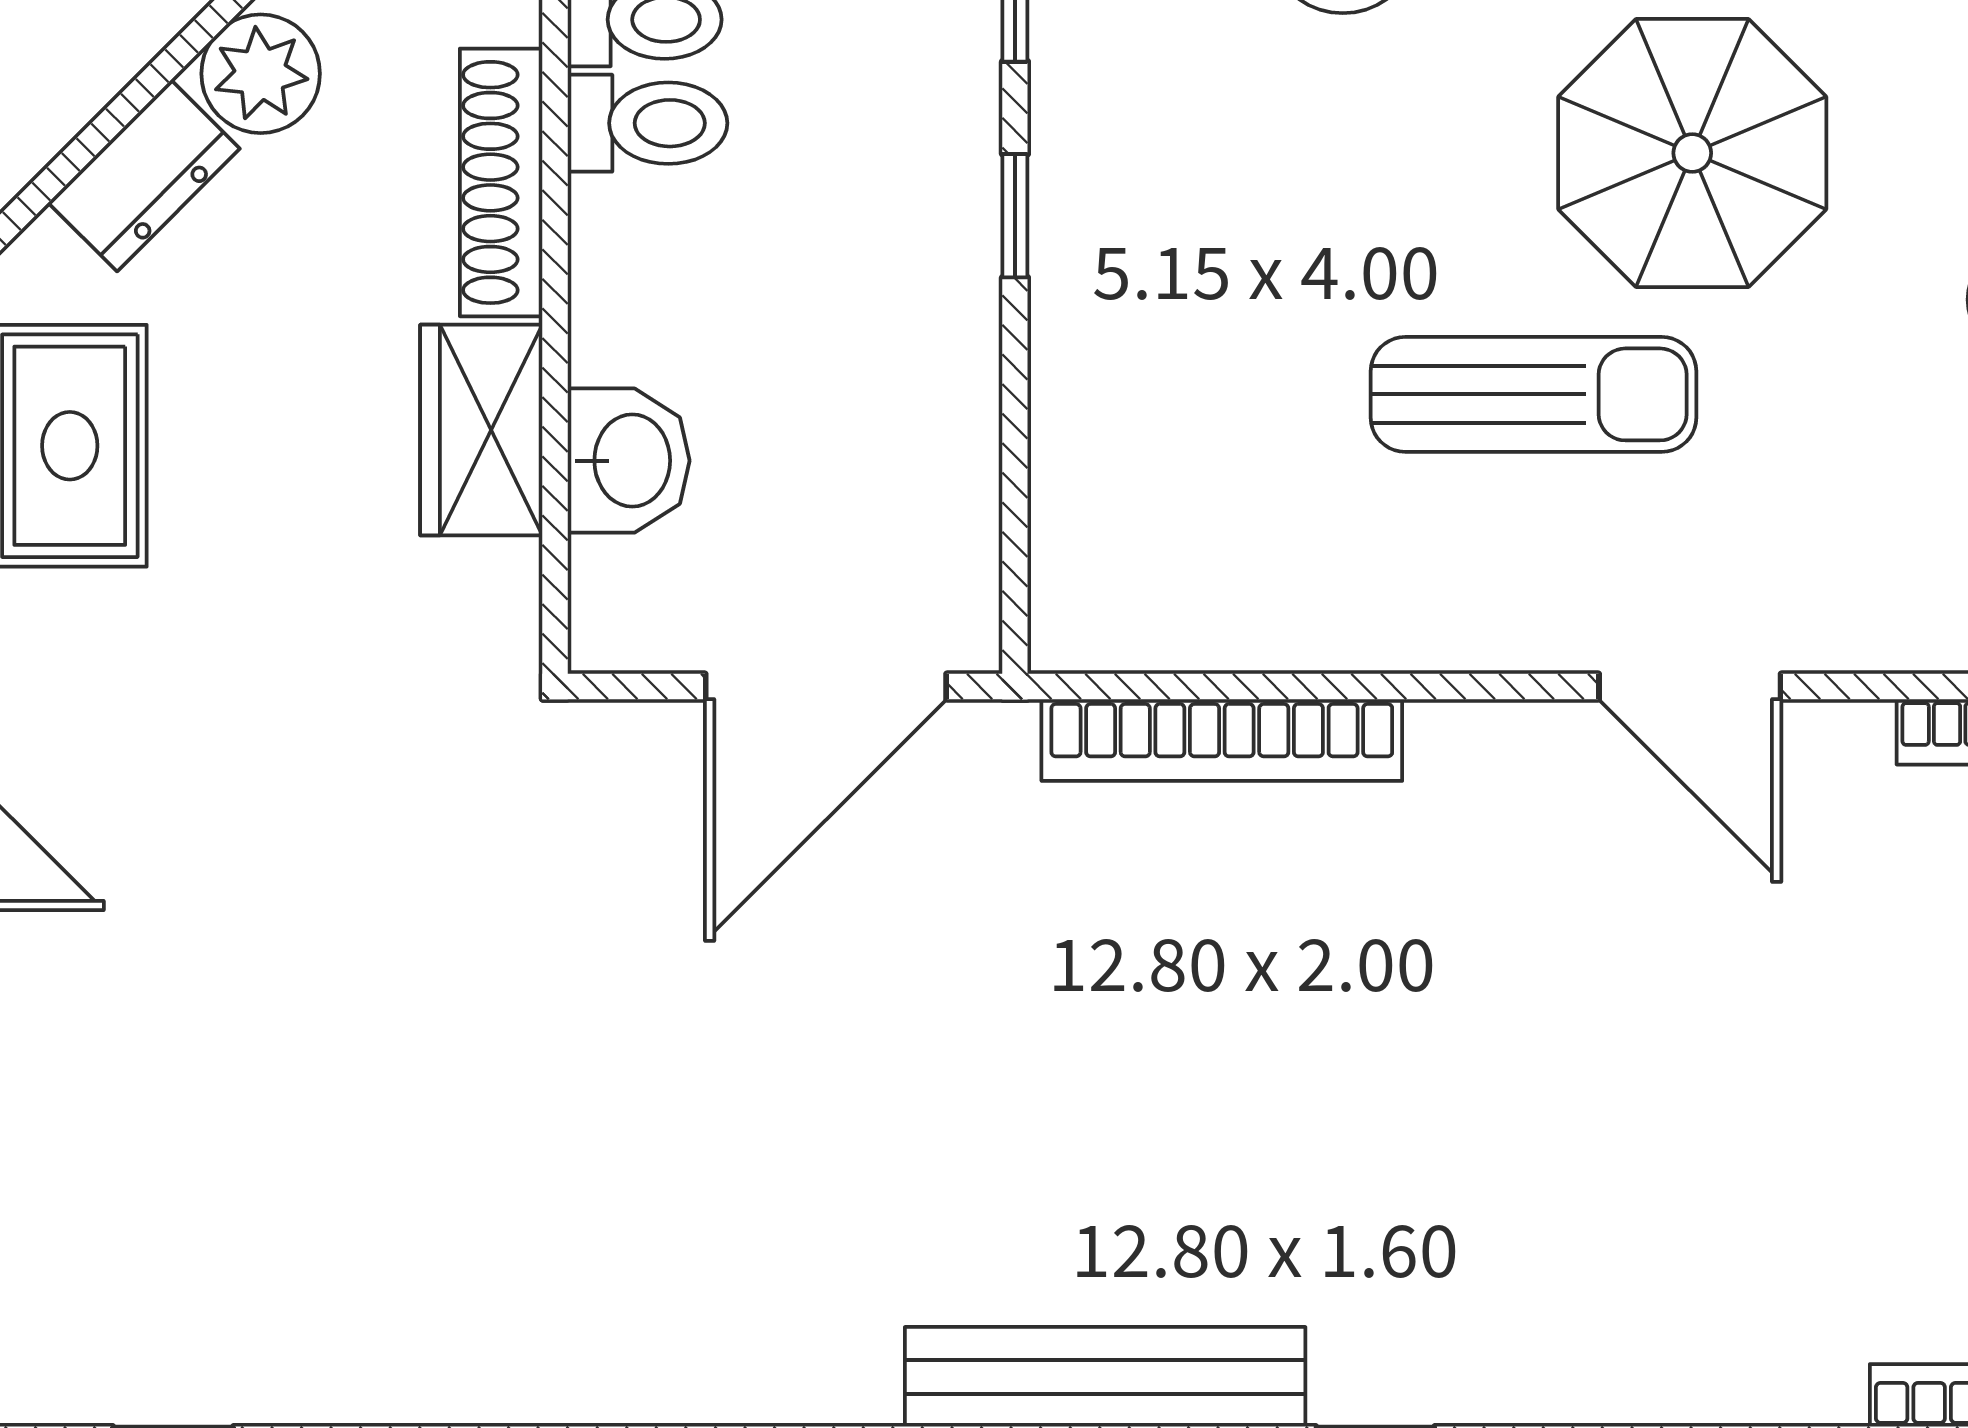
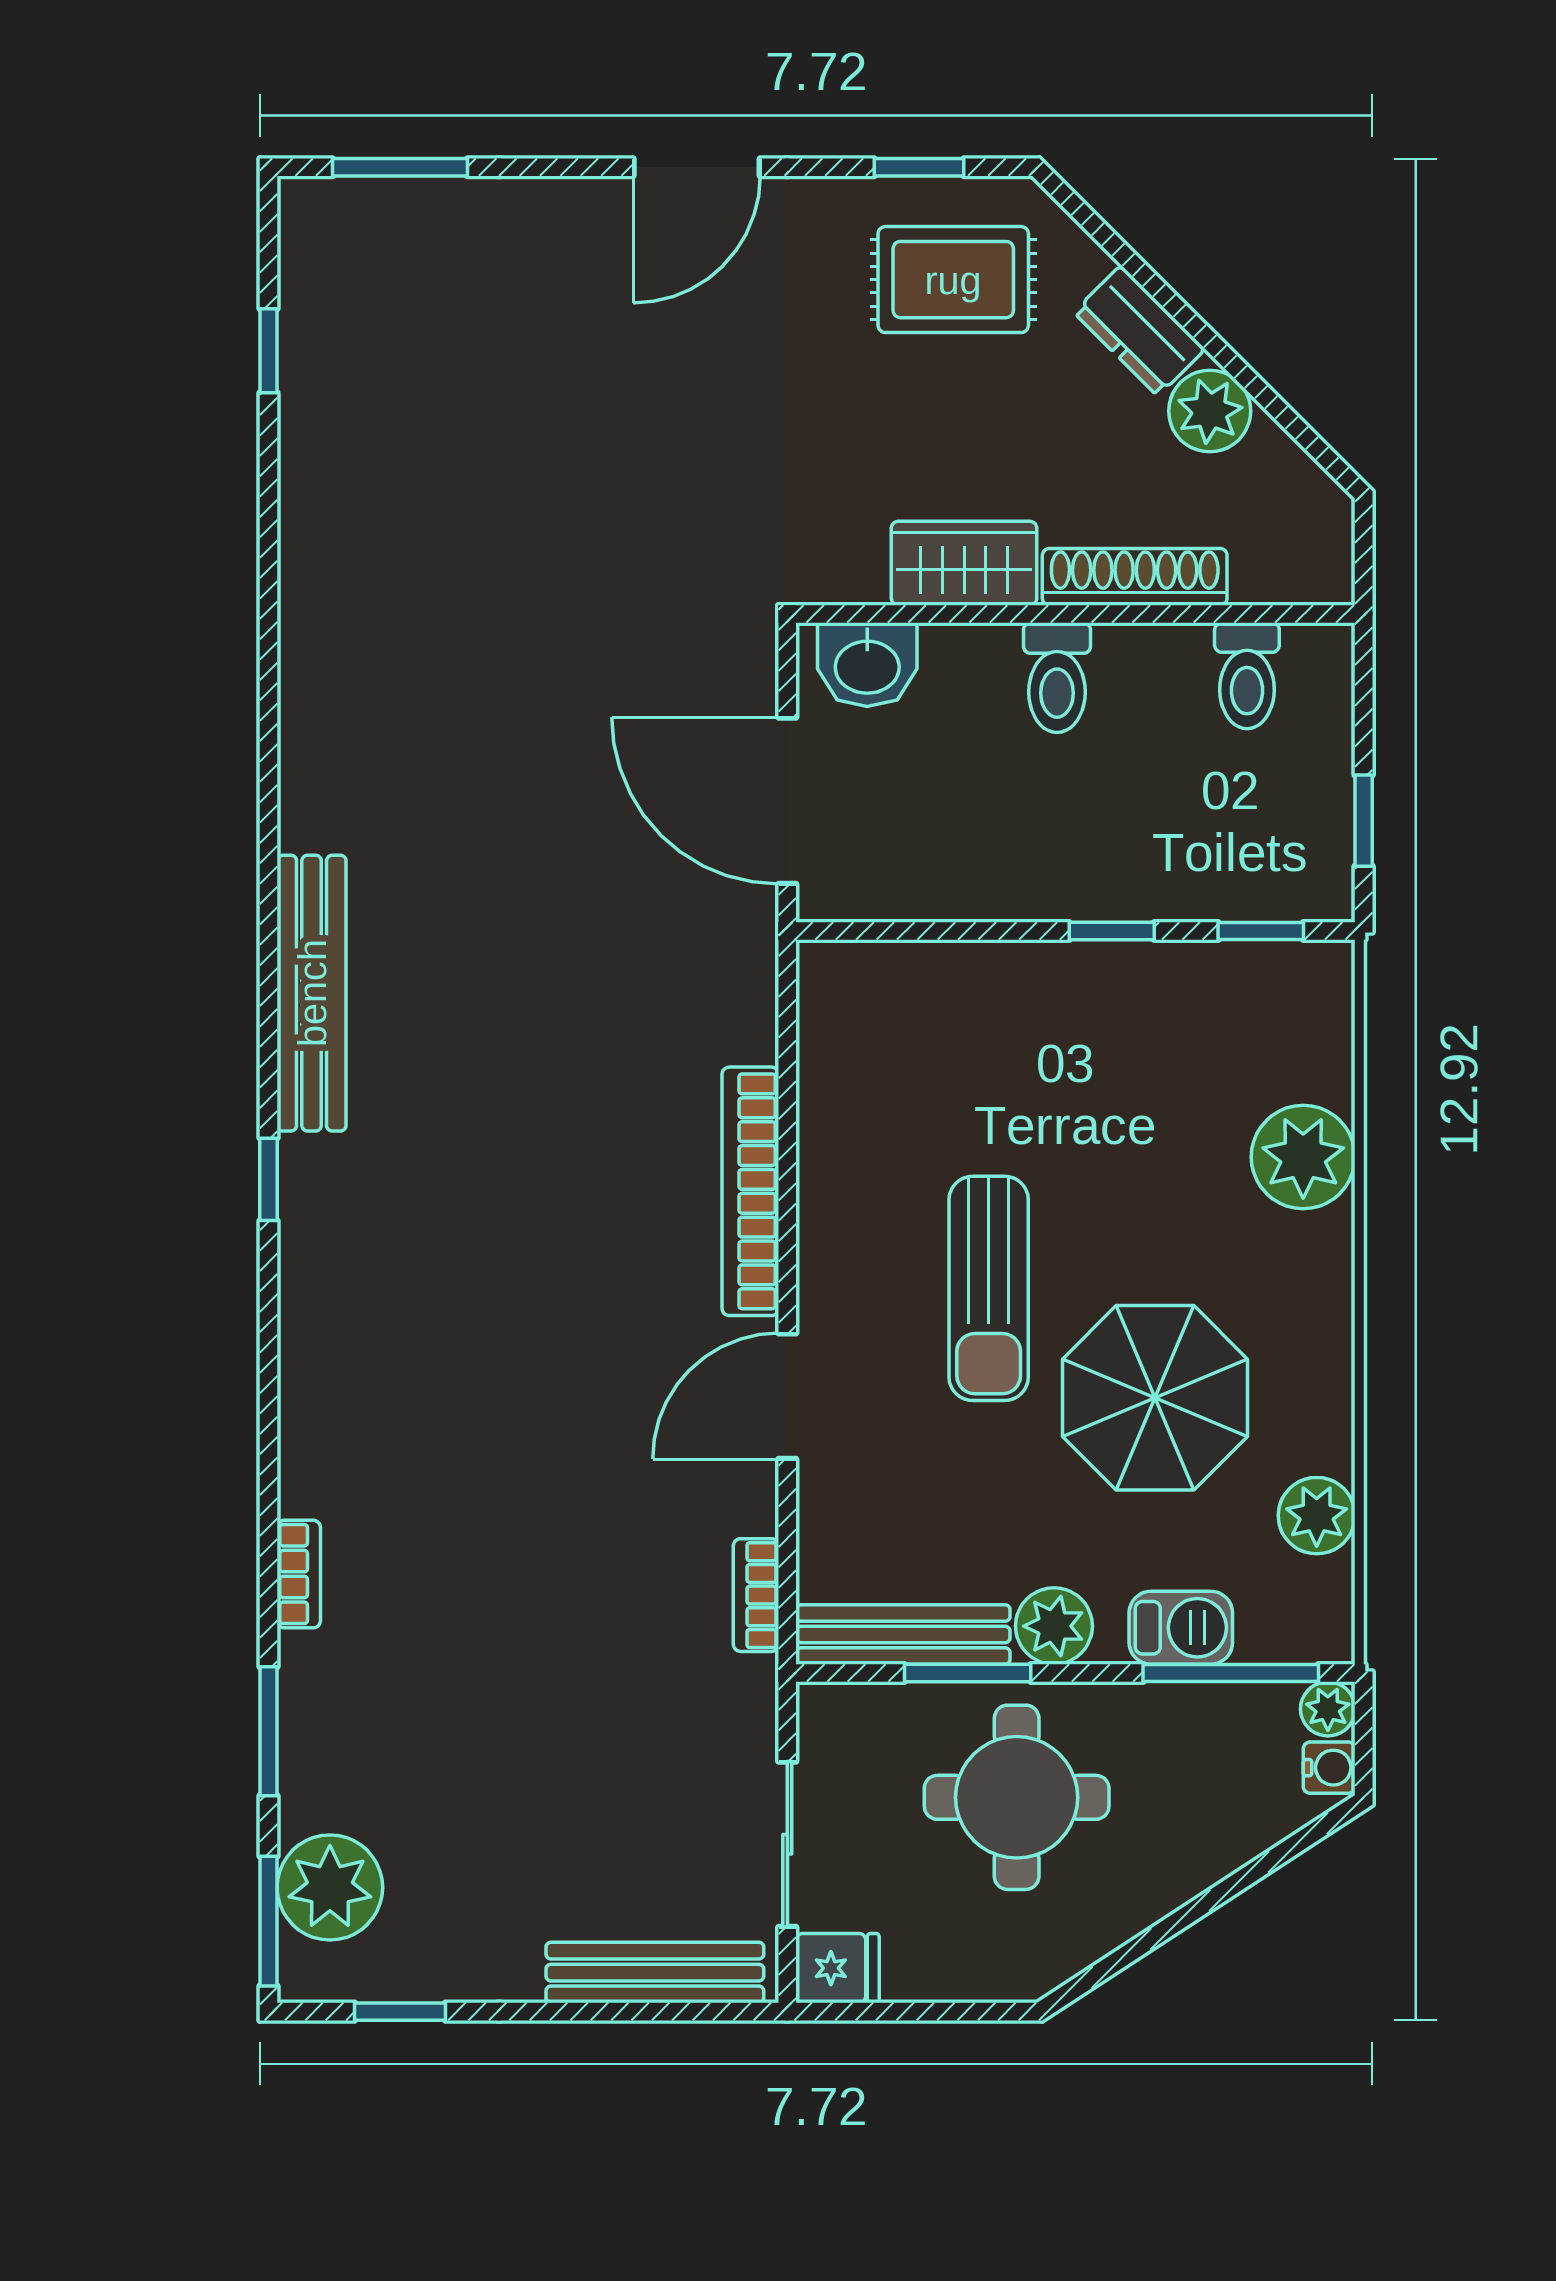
toilet: (647, 123) -> (1057, 678), moved
washbasin: (629, 461) -> (867, 665), moved
bookcase: (1222, 740) -> (750, 1191), moved

